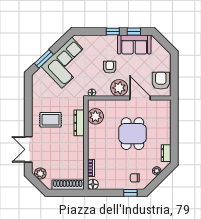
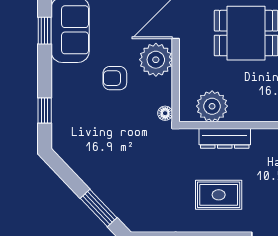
window: (113, 31) -> (45, 110), moved
corner sofa: (67, 63) -> (106, 163), removed
rug: (51, 120) -> (219, 195), turned 90

